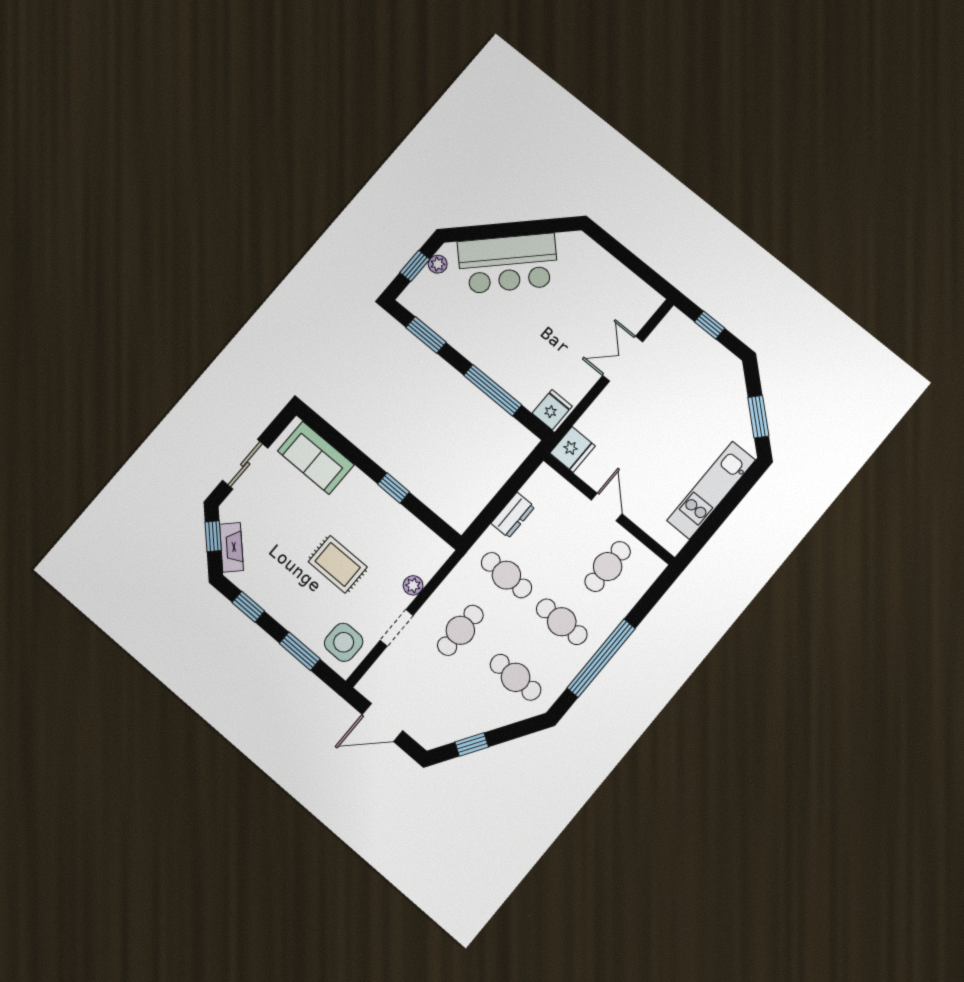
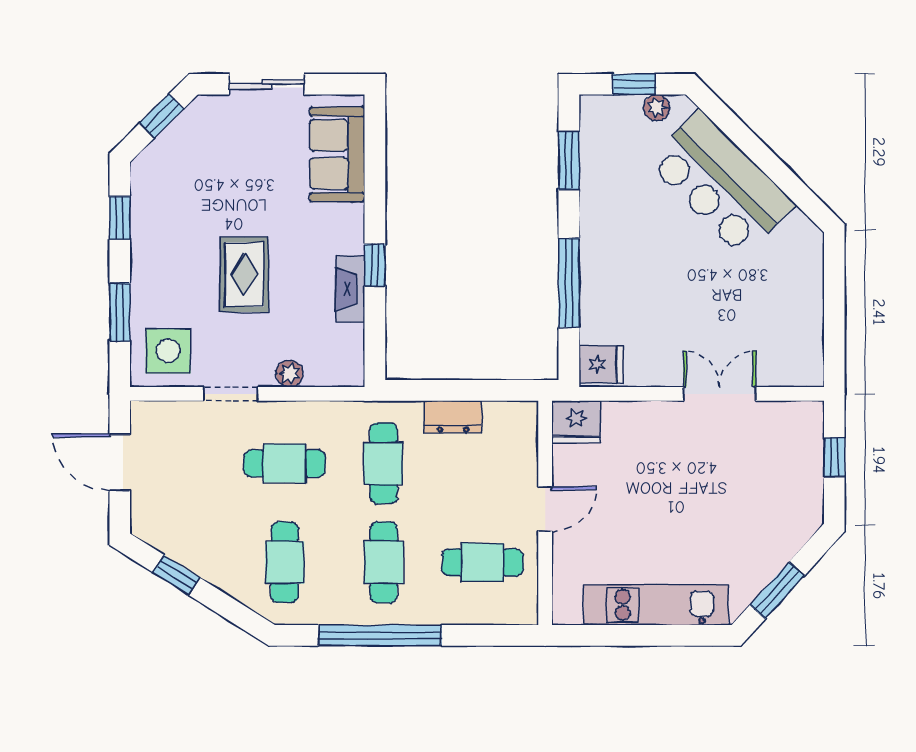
fireplace: (232, 547) -> (350, 289), moved, turned 135

